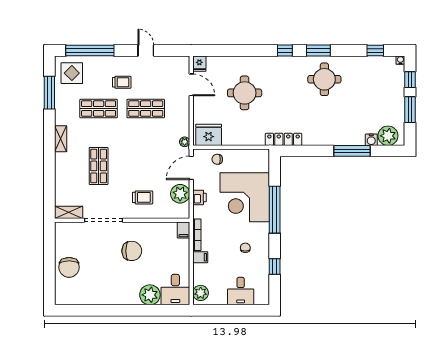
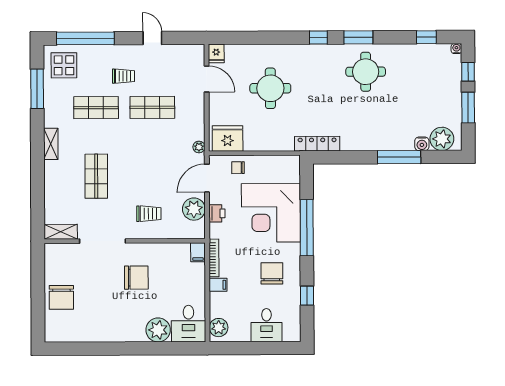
chair: (245, 248) -> (272, 273), width x1.87, depth x1.87

